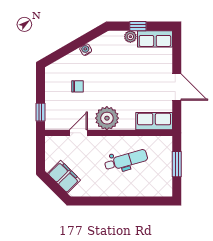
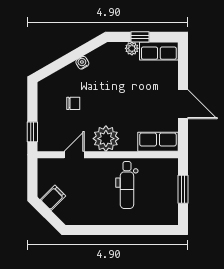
dental chair: (126, 160) -> (127, 185), turned 106
filing cabinet: (64, 177) -> (53, 198), width x0.50

